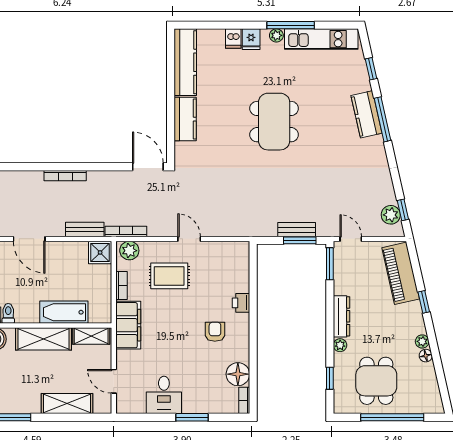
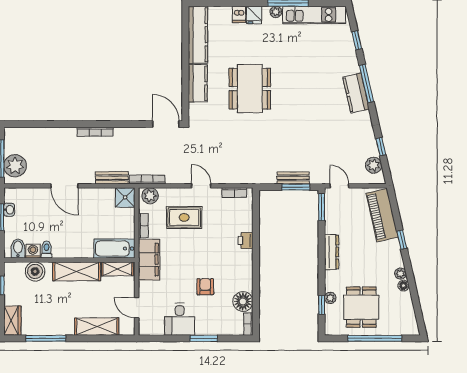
kitchen counter: (366, 114) -> (356, 93), moved
dining table: (274, 122) -> (250, 89), moved
window: (403, 210) -> (381, 147), moved
bookcase: (228, 247) -> (234, 193), added
bathtub: (64, 312) -> (114, 248), moved
armchair: (215, 332) -> (205, 287), moved
plant: (340, 345) -> (330, 298), moved

